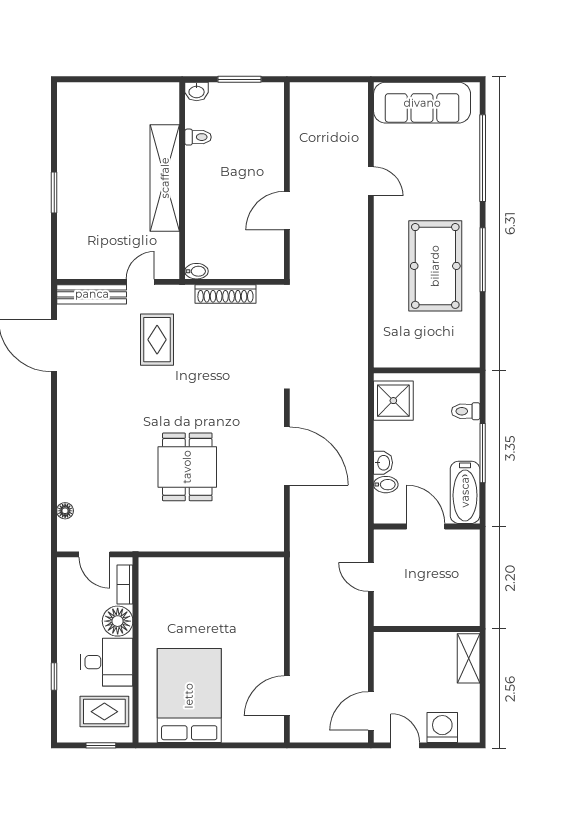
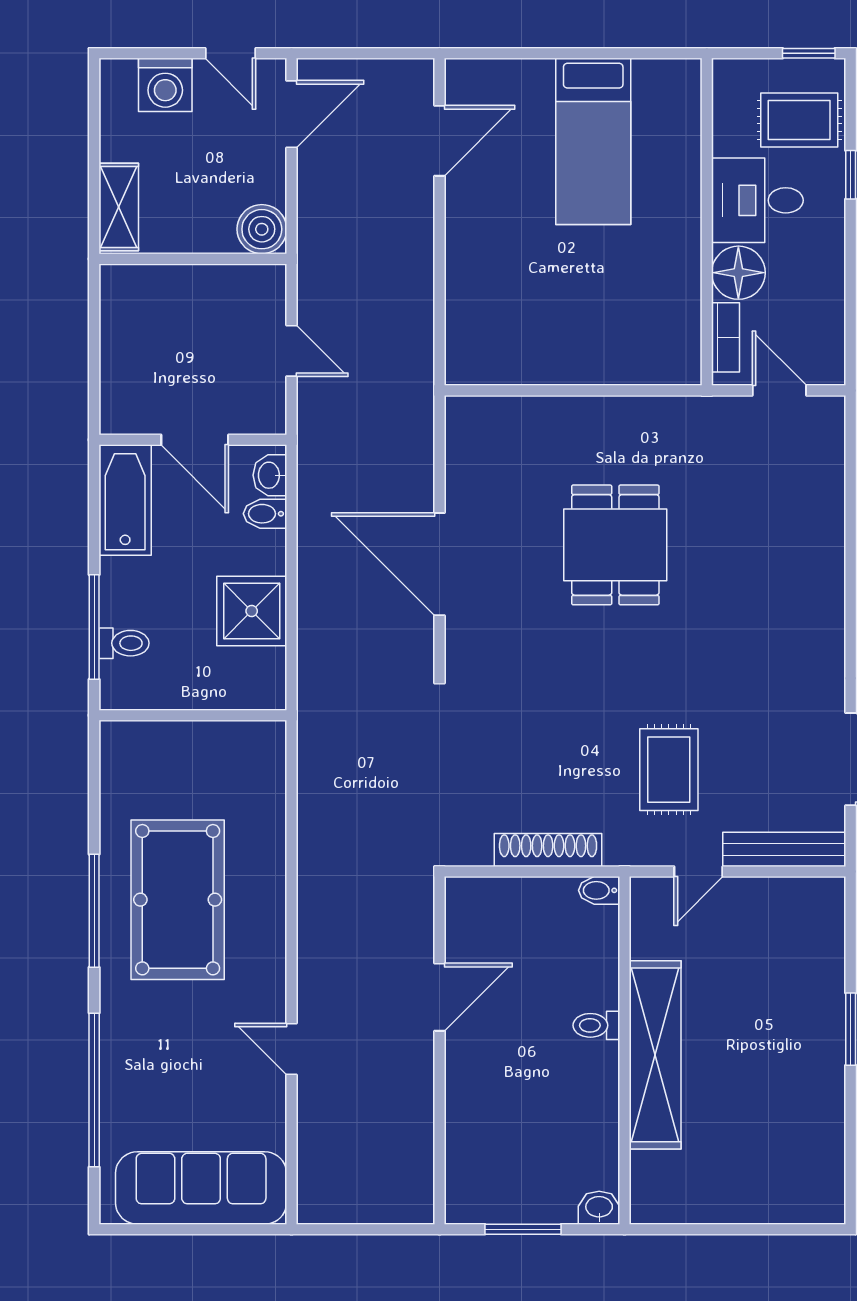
toilet: (198, 137) -> (596, 1025), moved
shower: (393, 401) -> (252, 611), moved
window: (483, 453) -> (94, 627), moved
washbasin: (383, 463) -> (270, 475), moved
floor lamp: (65, 511) -> (831, 467), removed
boiler: (388, 646) -> (262, 229), added
bed: (189, 696) -> (593, 141), width x0.67
rug: (104, 712) -> (799, 120), moved
window: (101, 745) -> (809, 53), moved

